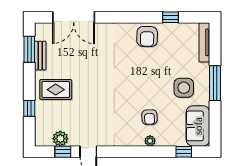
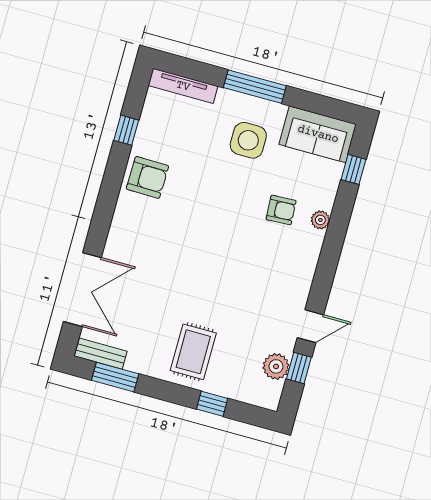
bench: (40, 56) -> (101, 354), moved

